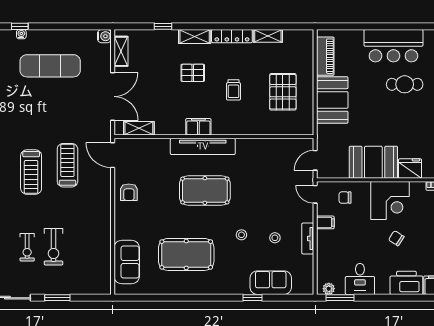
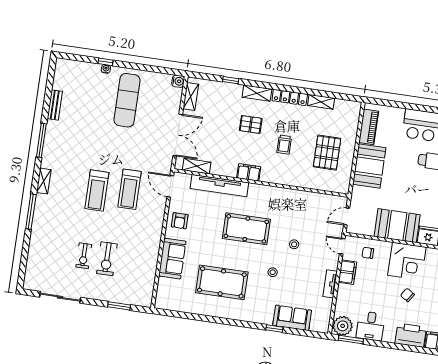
exercise mat: (50, 66) -> (127, 100), turned 90
tv unit: (203, 146) -> (219, 186), moved
treadmill: (67, 165) -> (129, 189), turned 180
filing cabinet: (325, 222) -> (347, 272), width x2.00
stool: (275, 238) -> (294, 244), moved
sofa: (127, 262) -> (172, 259), moved
plant: (329, 289) -> (343, 326), width x1.88, depth x1.88
window: (57, 298) -> (119, 306), moved

